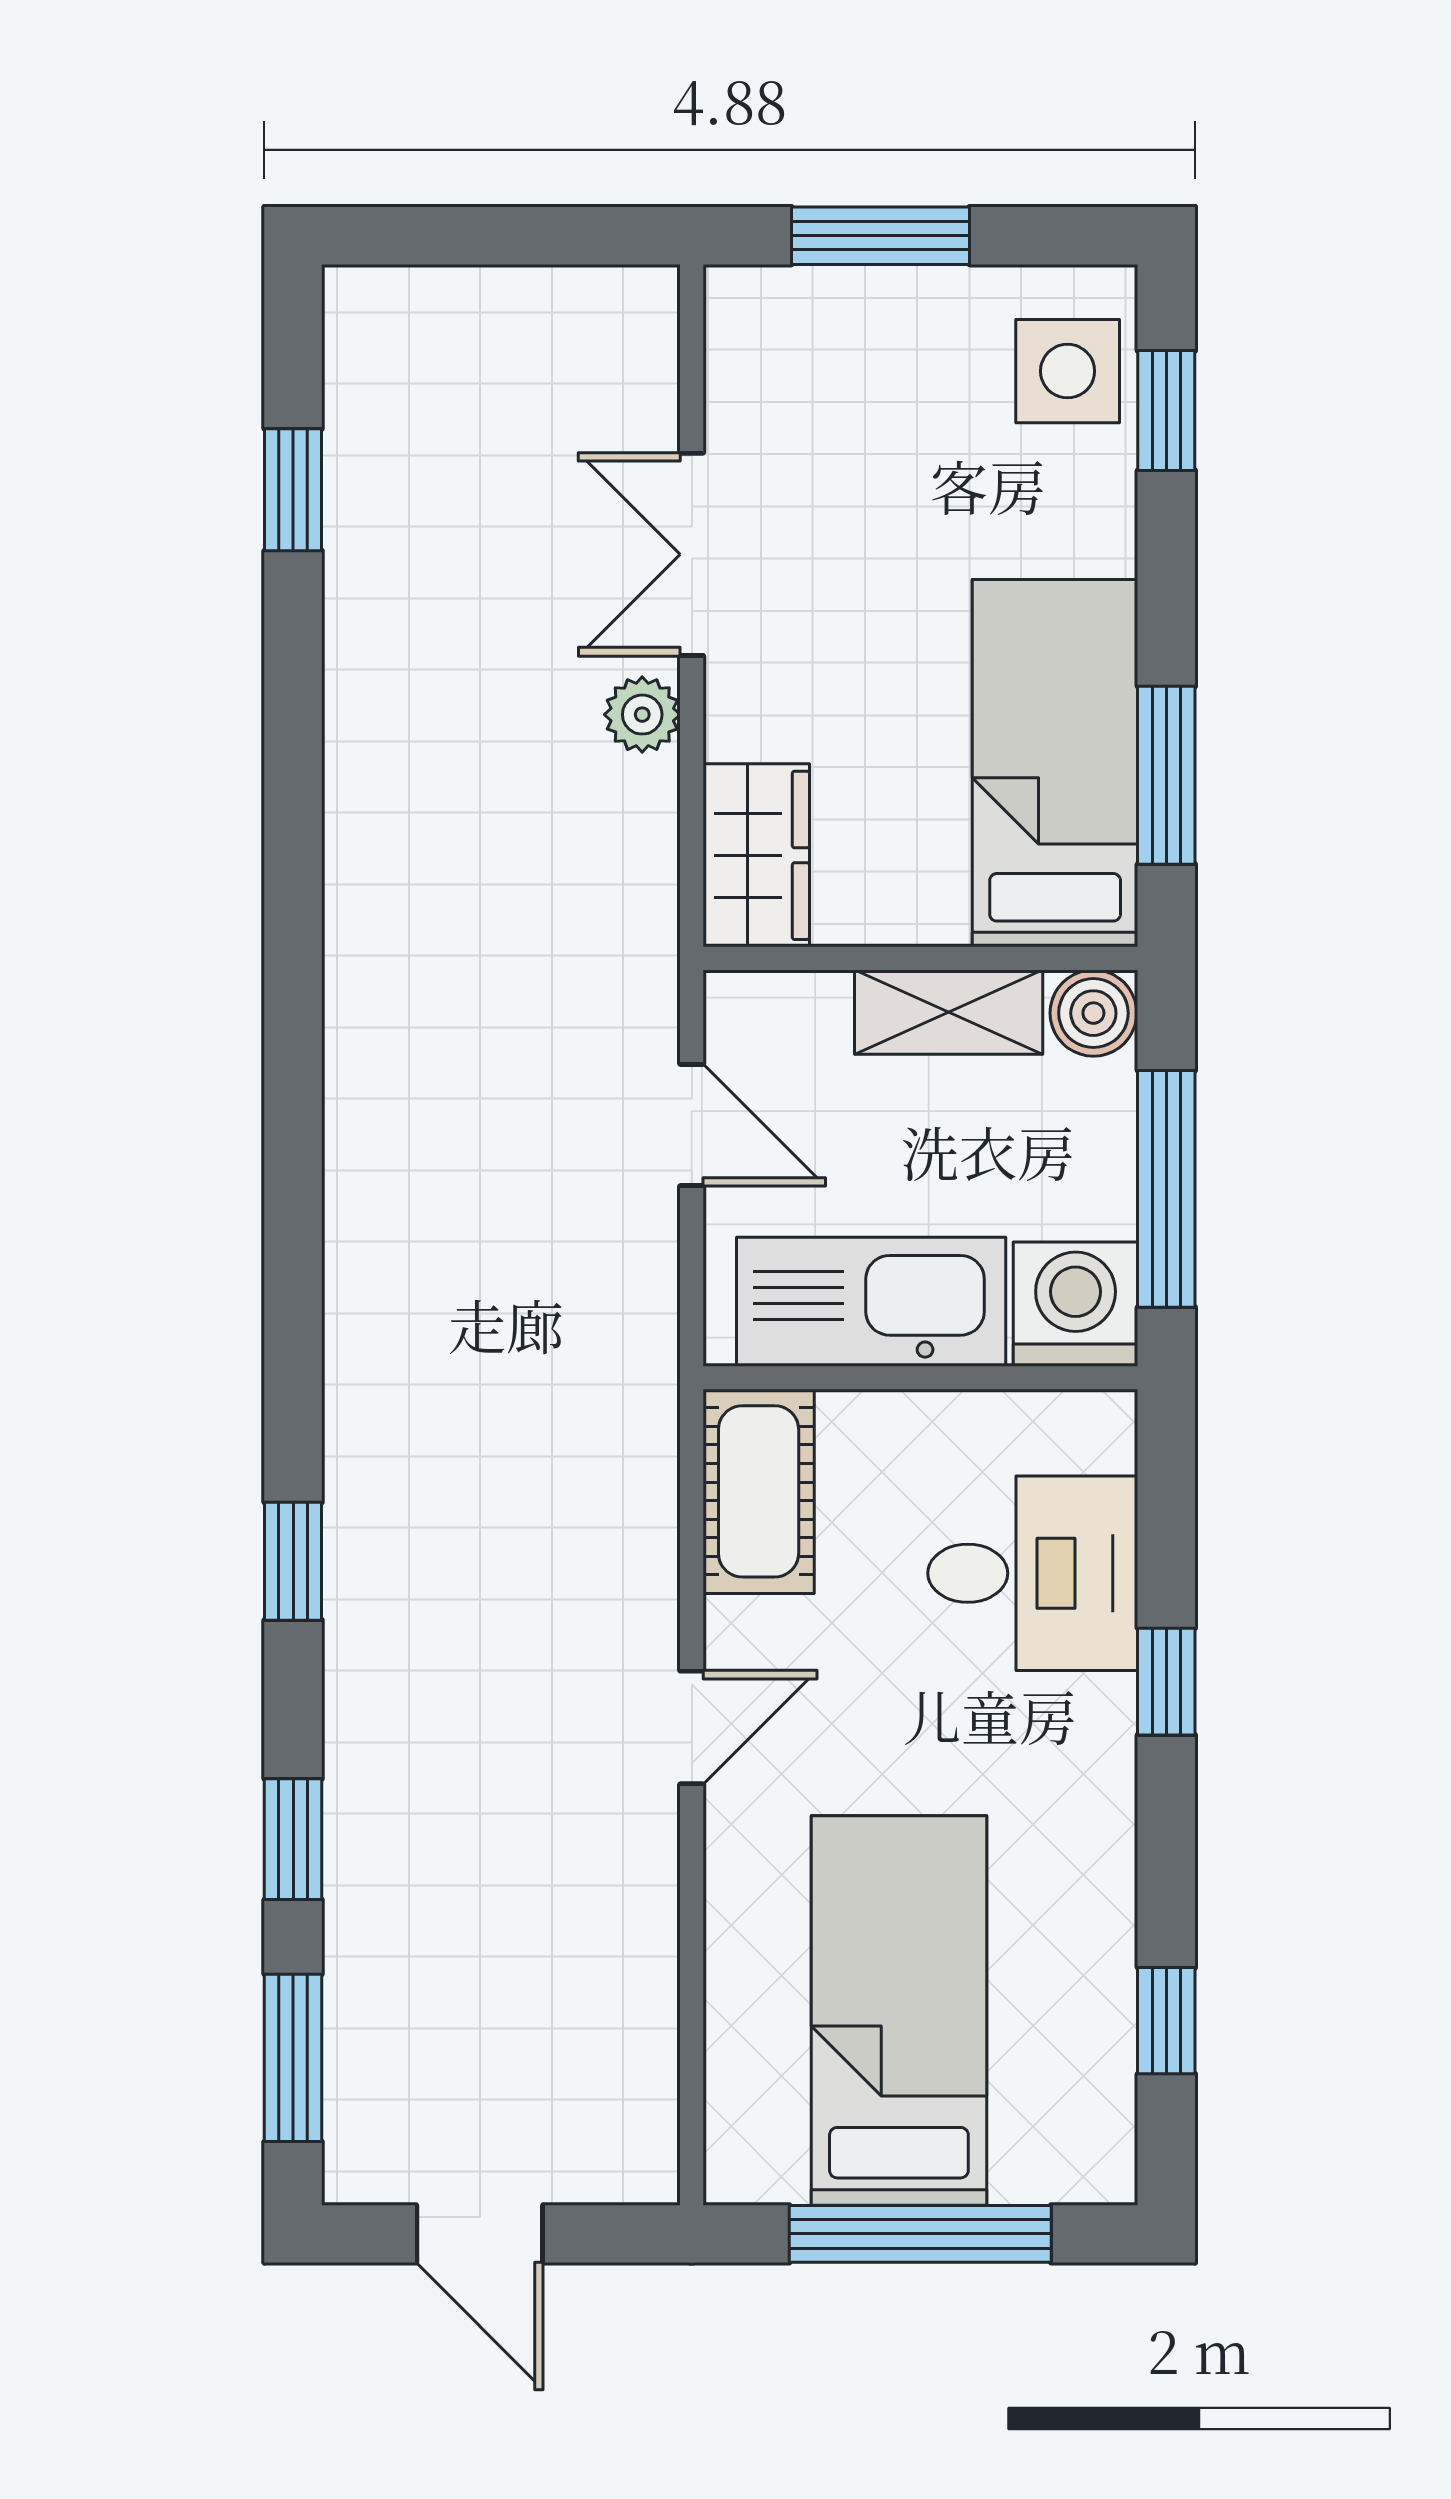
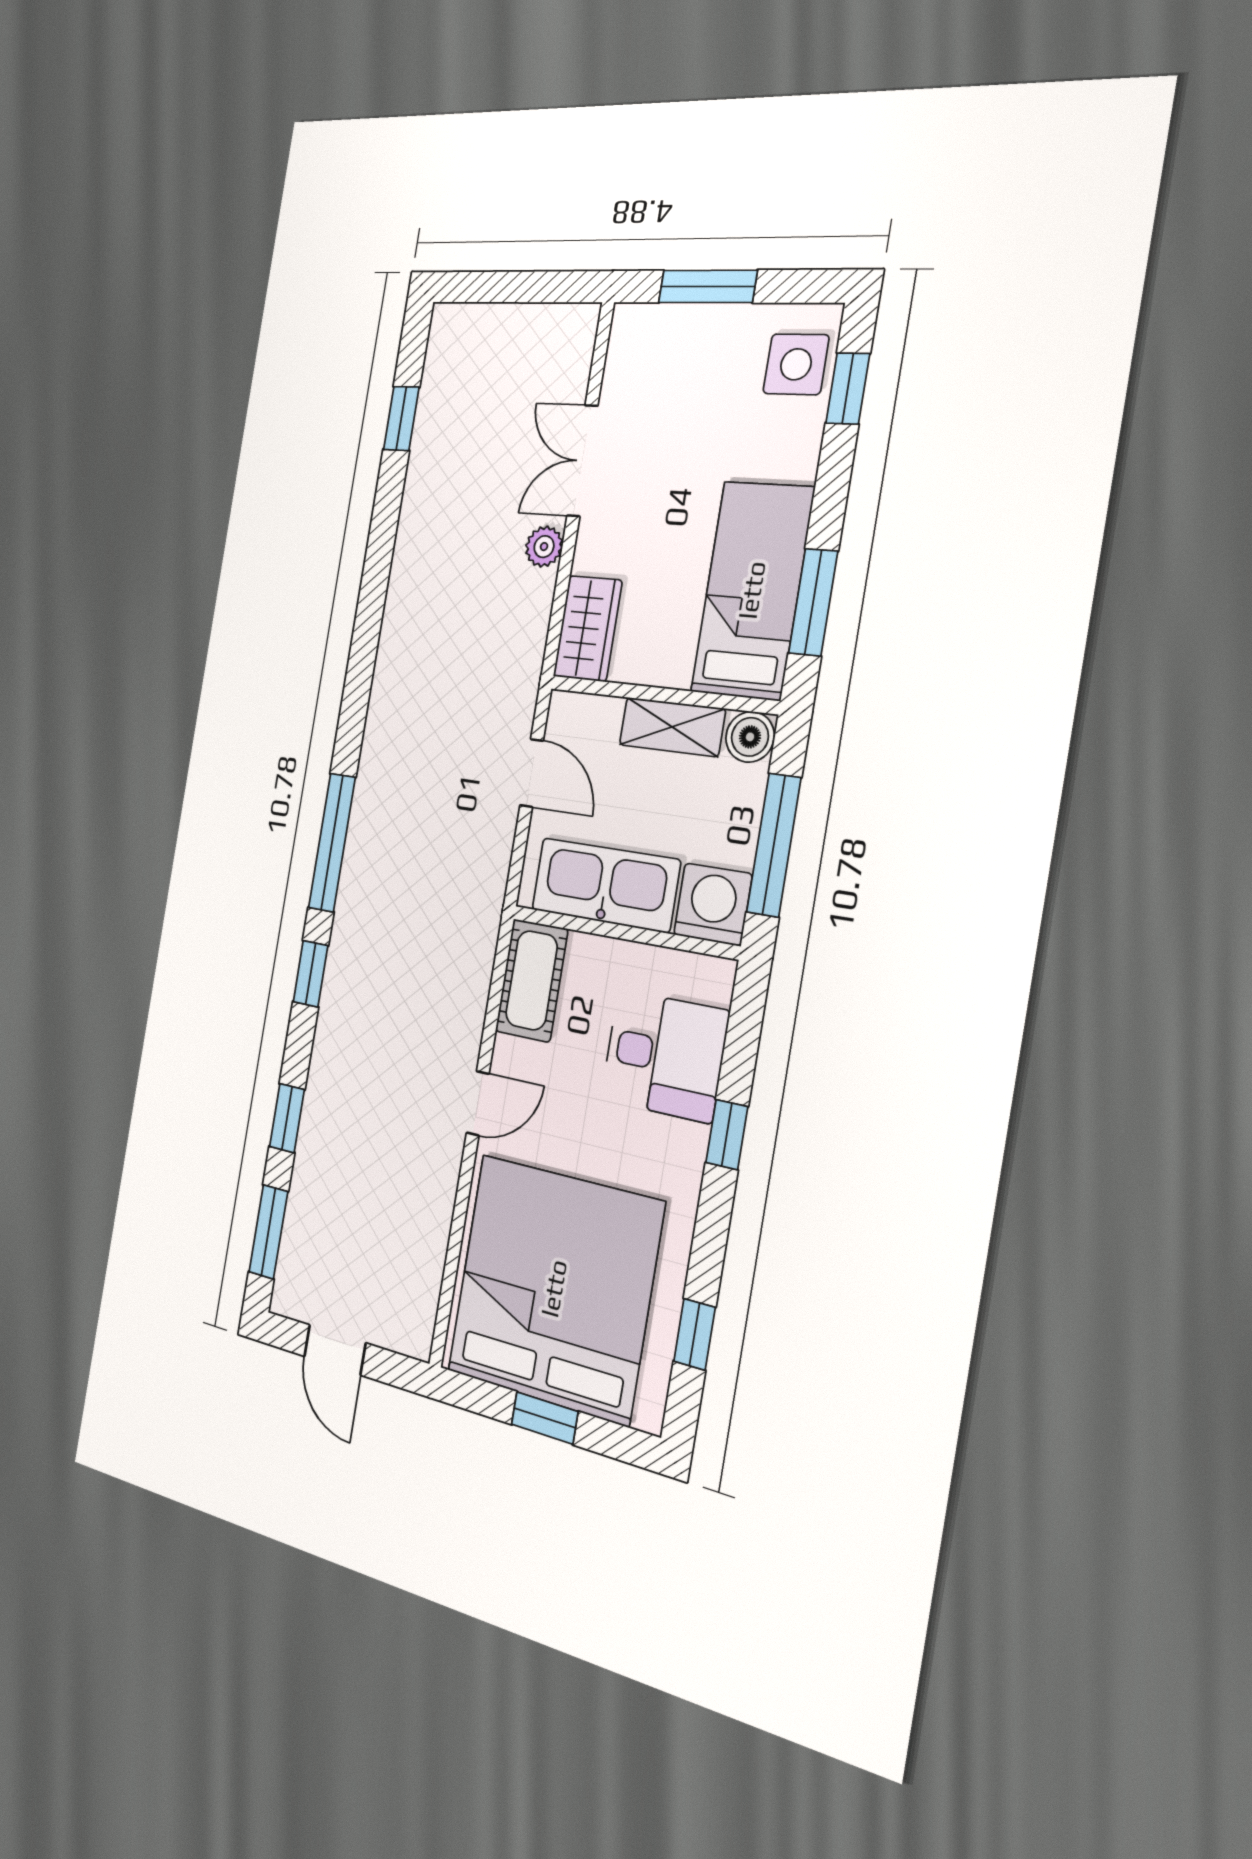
window: (293, 1308) -> (332, 843), added
bed: (899, 2010) -> (554, 1288), width x2.04
window: (920, 2234) -> (545, 1418), width x0.46

